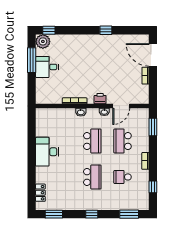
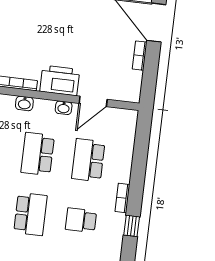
printer: (100, 99) -> (60, 80), width x1.87, depth x1.48
window: (153, 127) -> (142, 143), removed
school desk: (92, 141) -> (38, 154), turned 180
window: (153, 187) -> (132, 226), moved

